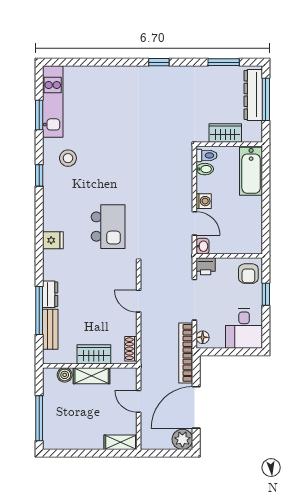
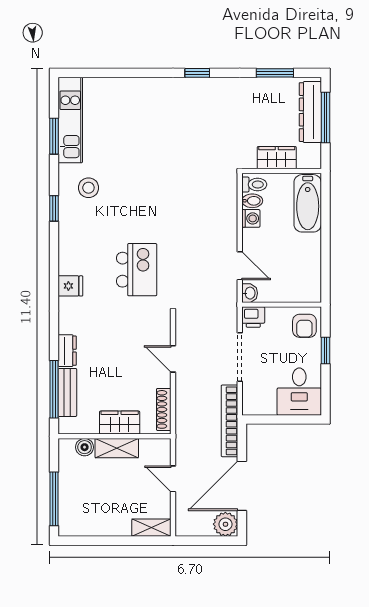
washing machine: (204, 201) -> (251, 218), moved
window: (39, 310) -> (54, 389), moved
floor lamp: (203, 337) -> (250, 402), removed
shoe rack: (131, 349) -> (164, 409), width x1.43

